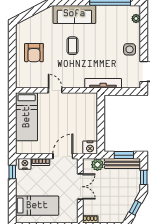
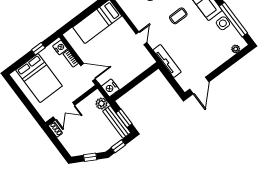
side table: (130, 49) -> (223, 23), moved
door: (55, 90) -> (141, 38), moved
window: (12, 172) -> (38, 49), moved
double door: (80, 187) -> (64, 111), moved
bed: (37, 206) -> (39, 78), width x1.50

